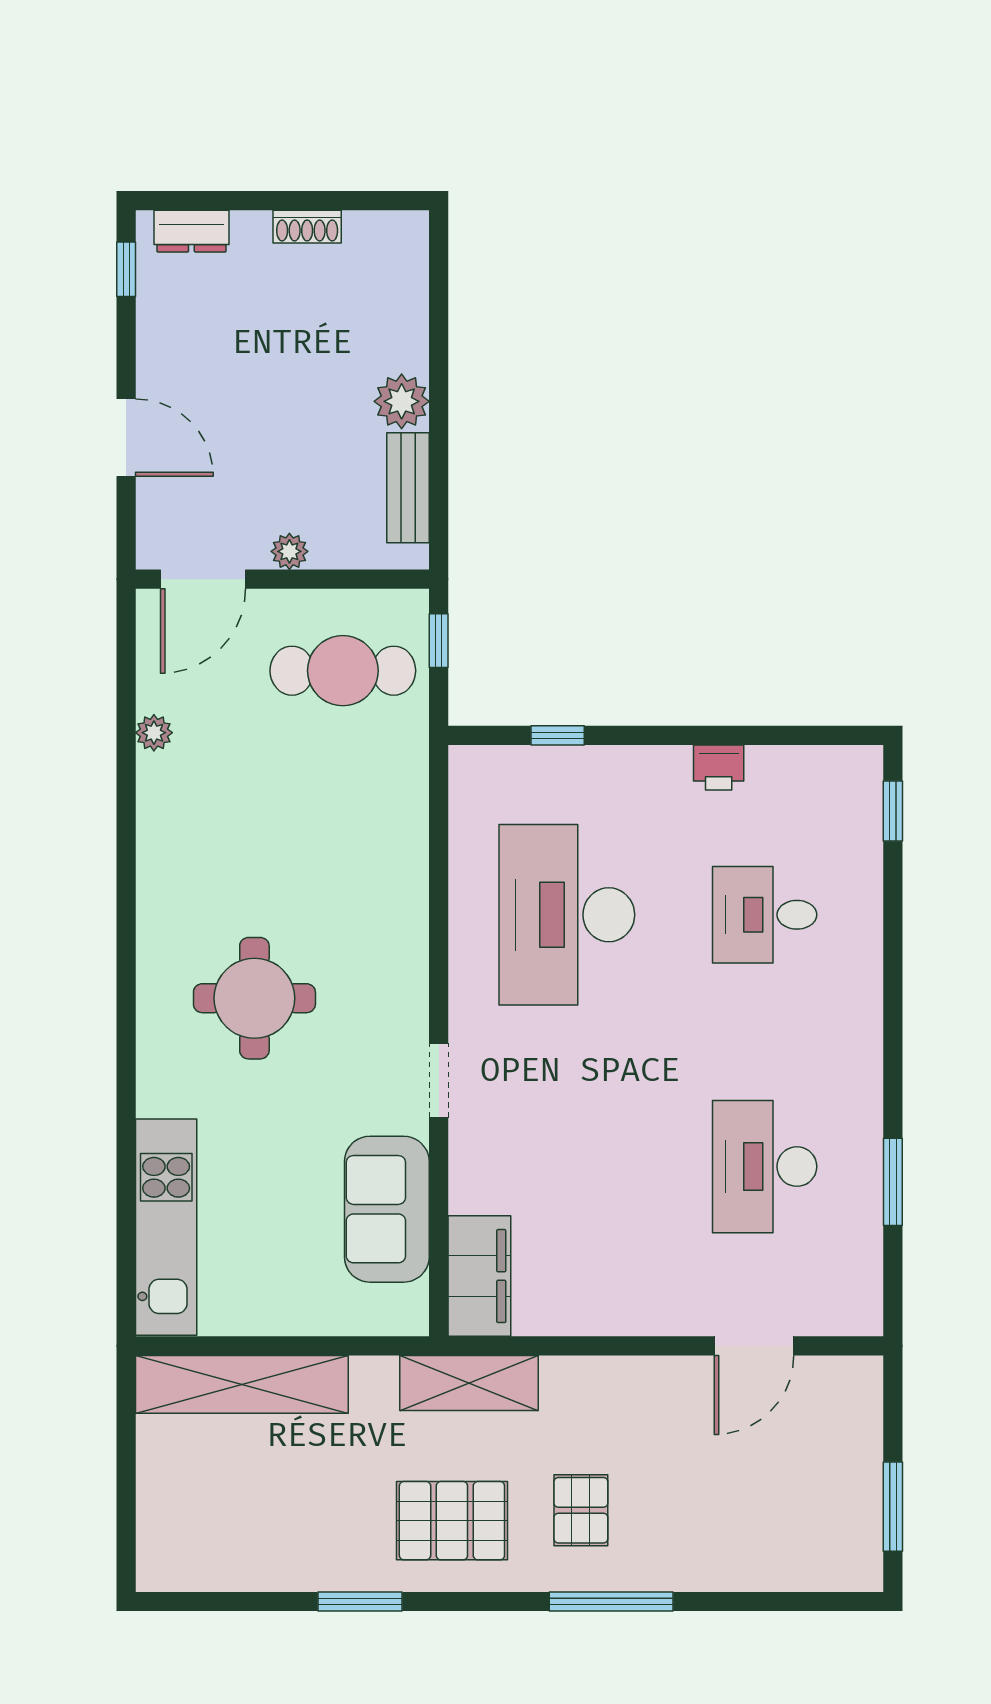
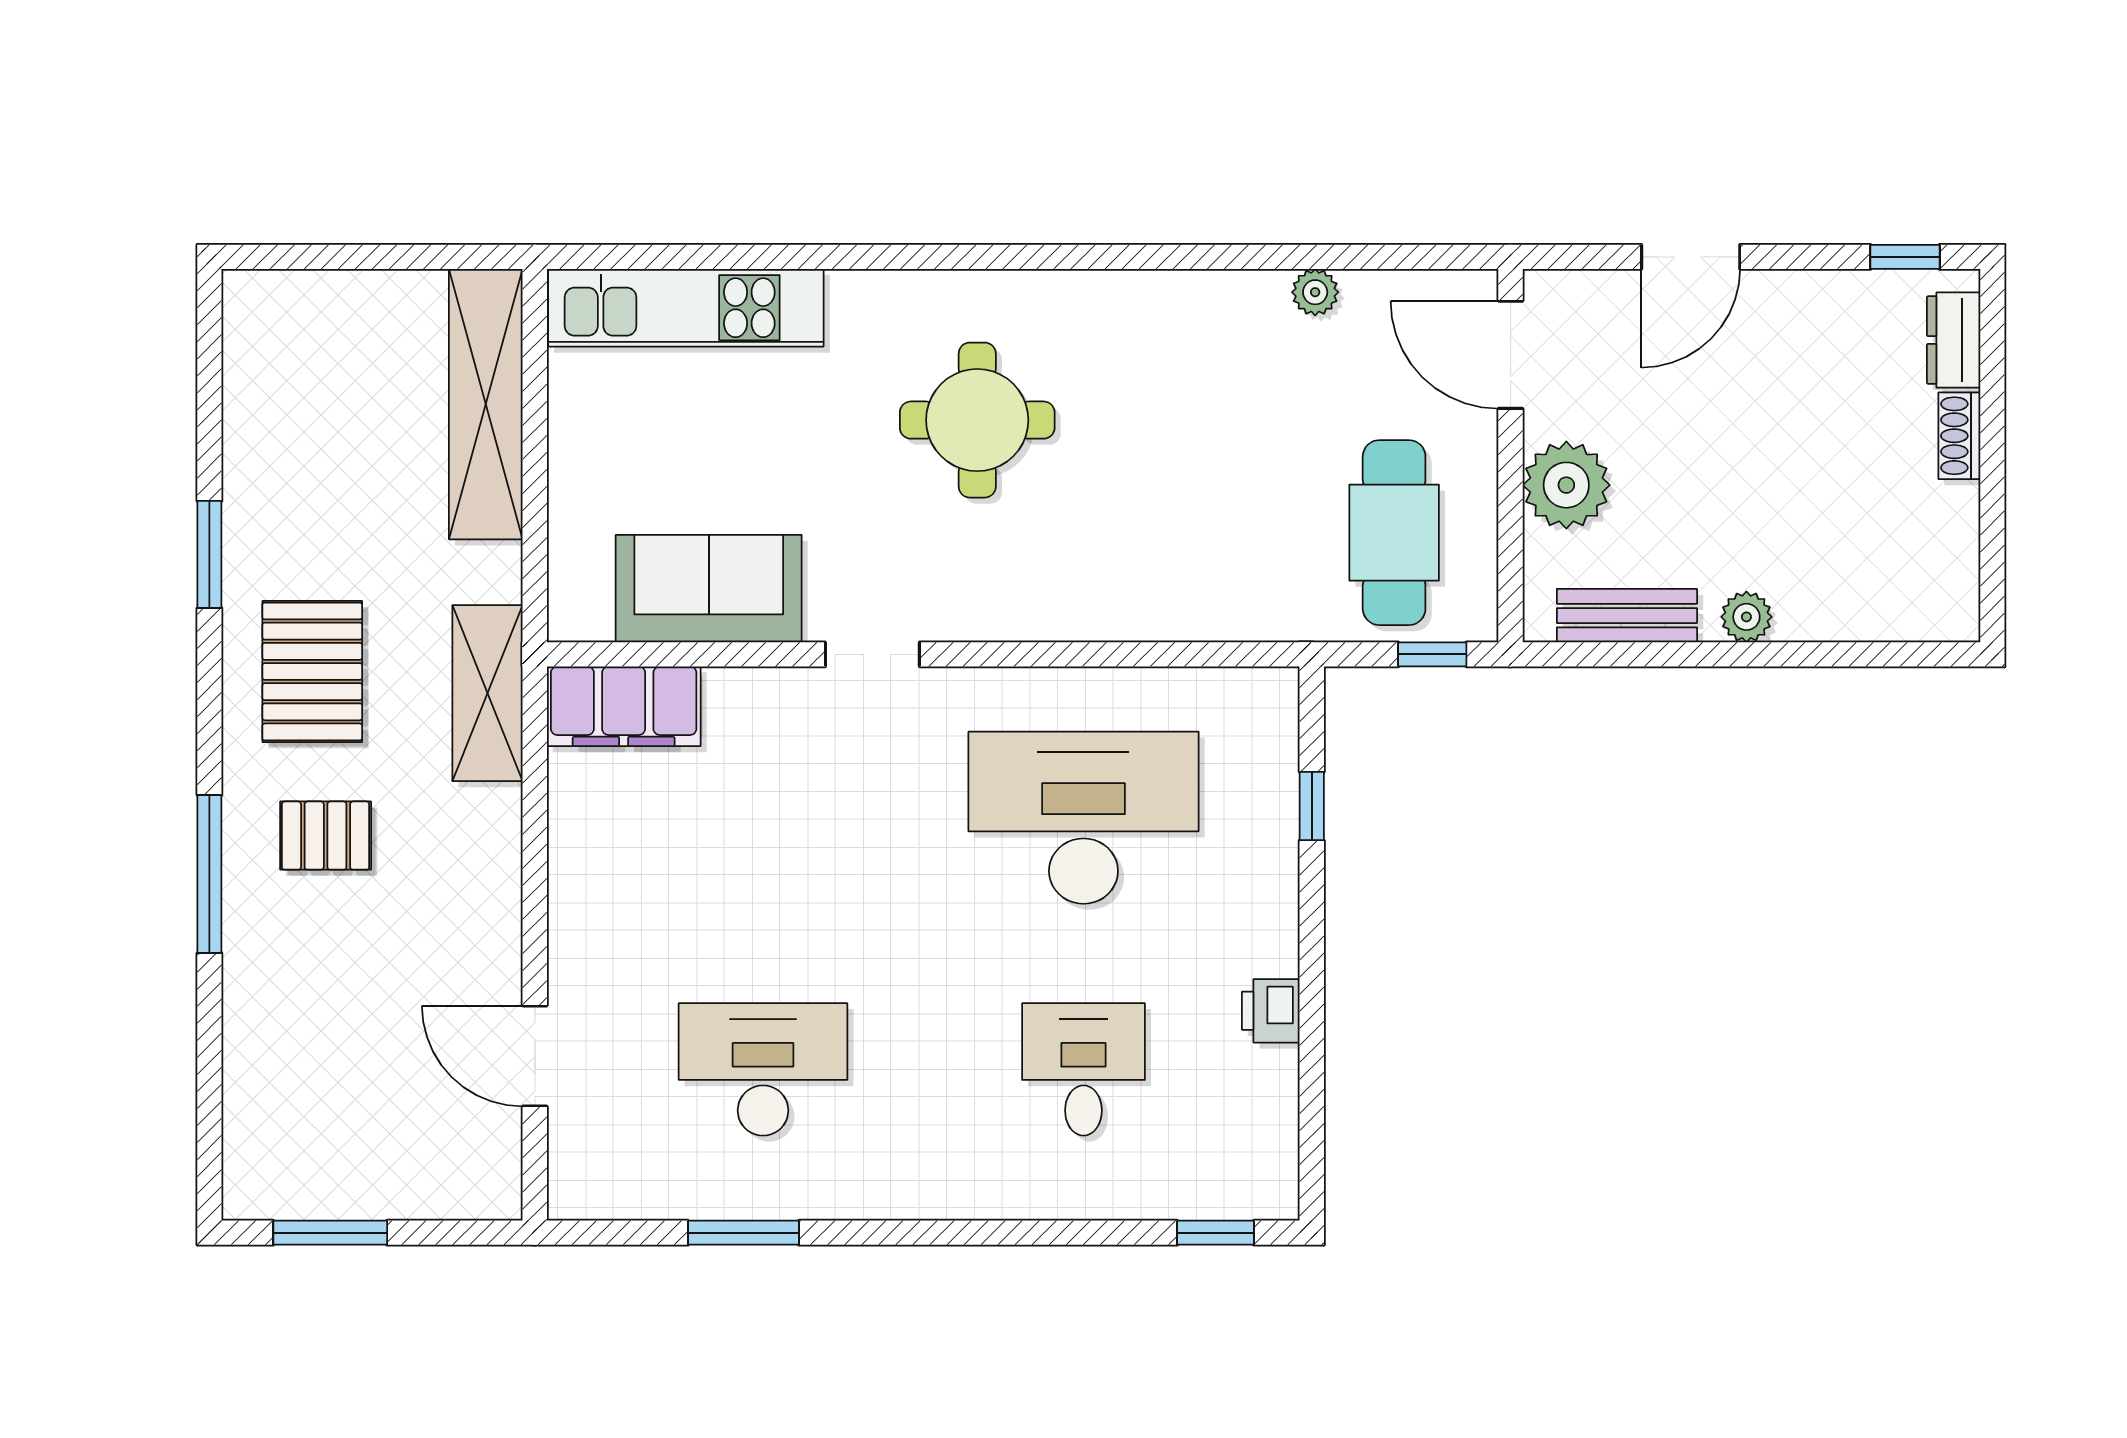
shoe rack: (307, 227) -> (1959, 436), moved
plant: (402, 401) -> (1746, 617), width x0.73, depth x0.73
plant: (289, 551) -> (1566, 485), width x1.87, depth x1.87

